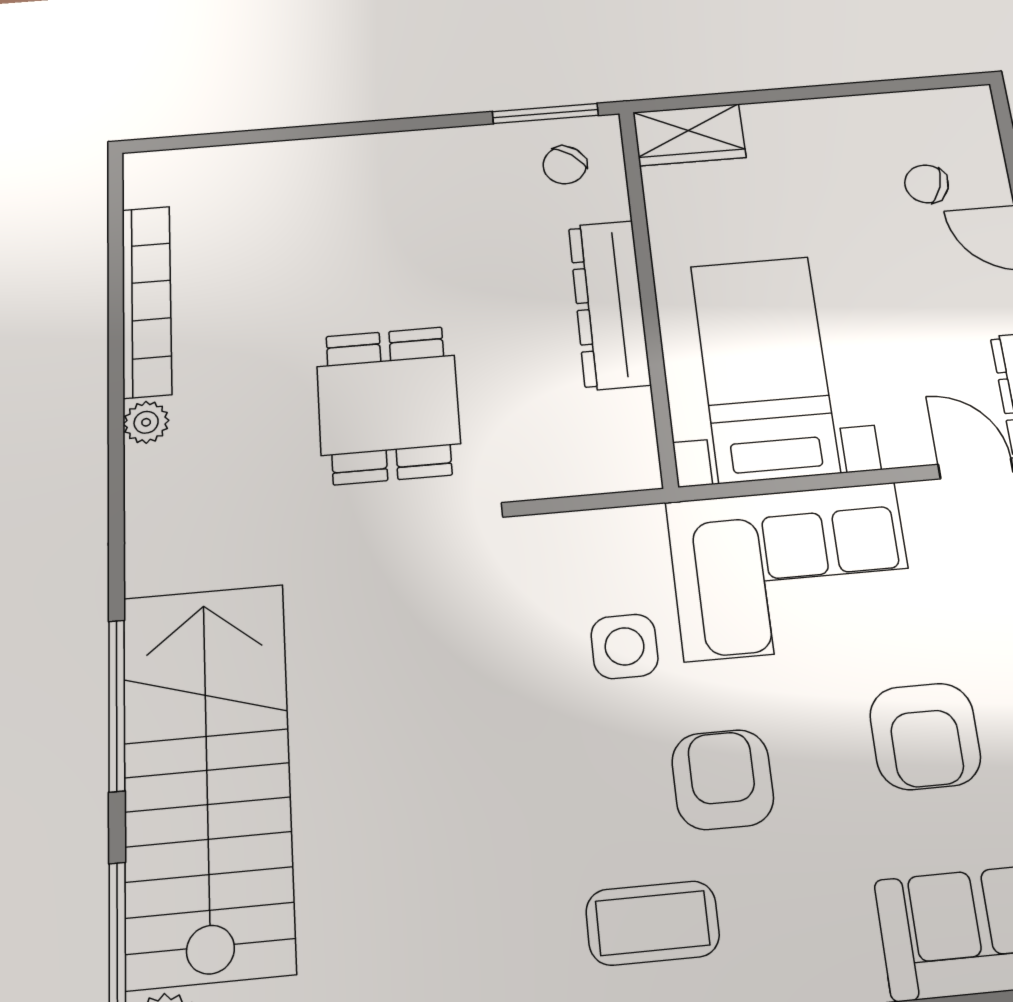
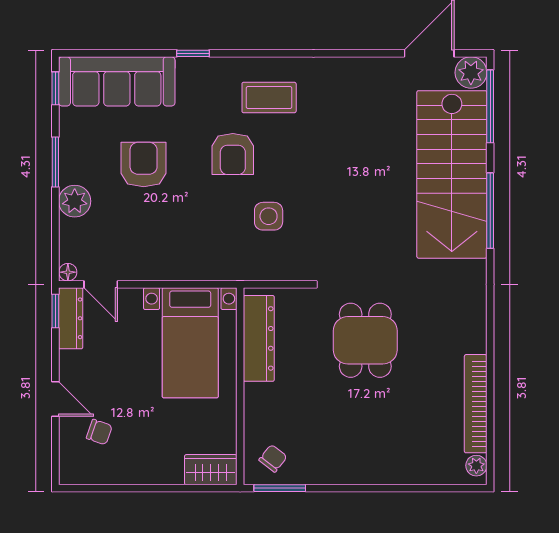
dresser: (609, 304) -> (259, 338), moved
plant: (146, 422) -> (476, 466), moved
corner sofa: (791, 571) -> (191, 244), removed

